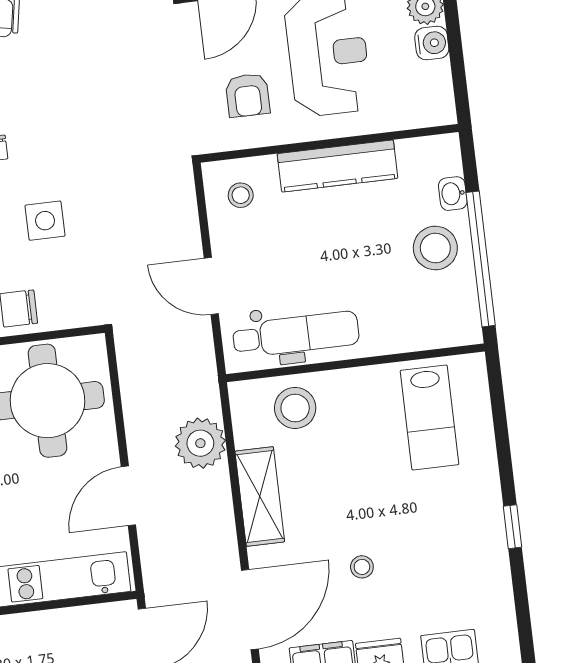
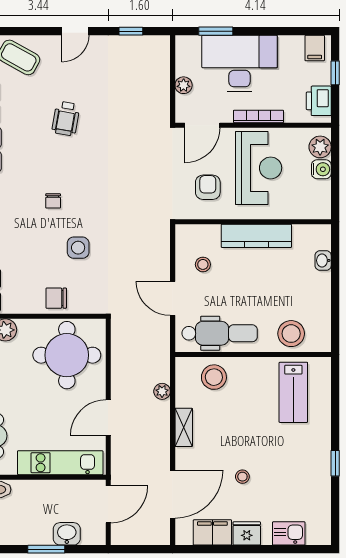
armchair: (248, 95) -> (208, 187), turned 180
stool: (241, 195) -> (203, 264), moved
stool: (435, 248) -> (291, 334), moved
window: (481, 259) -> (335, 301), removed
plant: (200, 443) -> (162, 391), width x0.53, depth x0.53
shelving: (260, 497) -> (184, 427), width x0.67, depth x0.75

